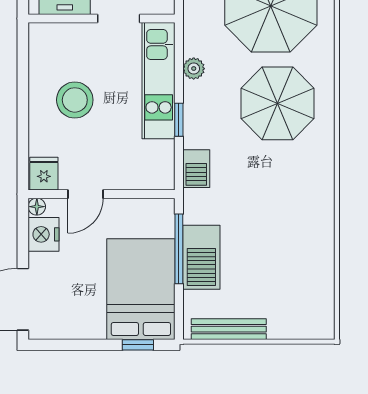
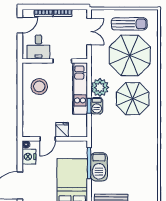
plant: (194, 69) -> (100, 87), width x1.87, depth x1.87
stool: (75, 100) -> (39, 87), moved
barbecue: (196, 169) -> (97, 106), moved
fridge: (44, 174) -> (62, 130), moved

